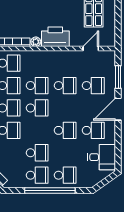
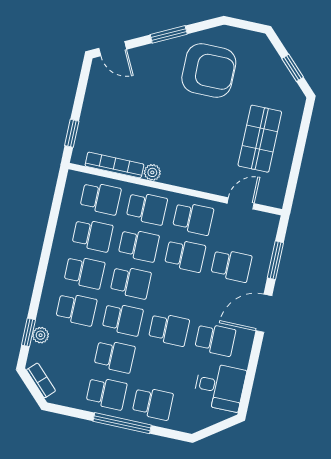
printer: (55, 37) -> (186, 171), removed
school desk: (37, 63) -> (147, 208), added
school desk: (65, 63) -> (193, 218), added
school desk: (37, 130) -> (123, 319), added
window: (50, 190) -> (122, 423), width x0.68

